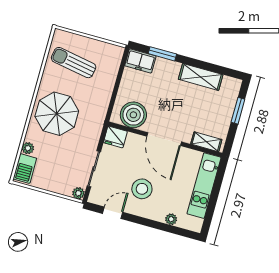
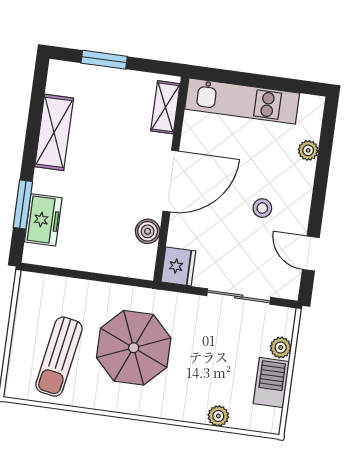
freezer: (140, 61) -> (43, 220), moved
parasol: (57, 114) -> (134, 348), moved
boiler: (133, 115) -> (148, 231), width x0.54, depth x0.54
barbecue: (25, 169) -> (271, 383), moved, turned -90
stool: (142, 189) -> (262, 208), width x0.53, depth x0.53
plant: (78, 193) -> (281, 348), moved

